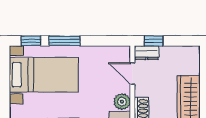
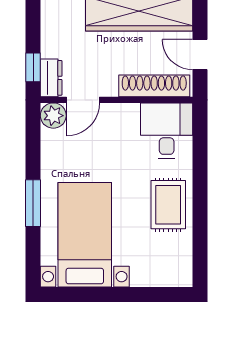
window: (31, 41) -> (33, 254), removed
plant: (122, 102) -> (53, 116), moved

